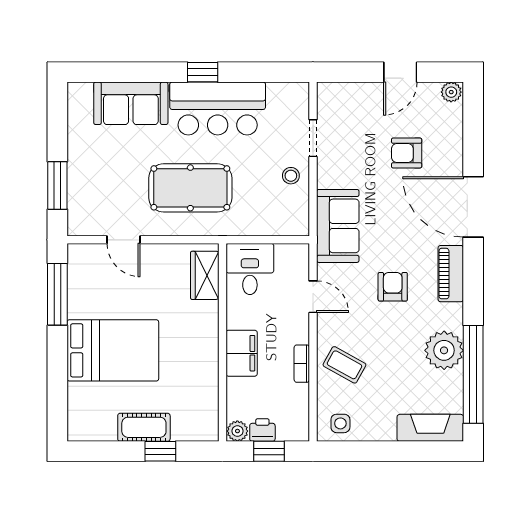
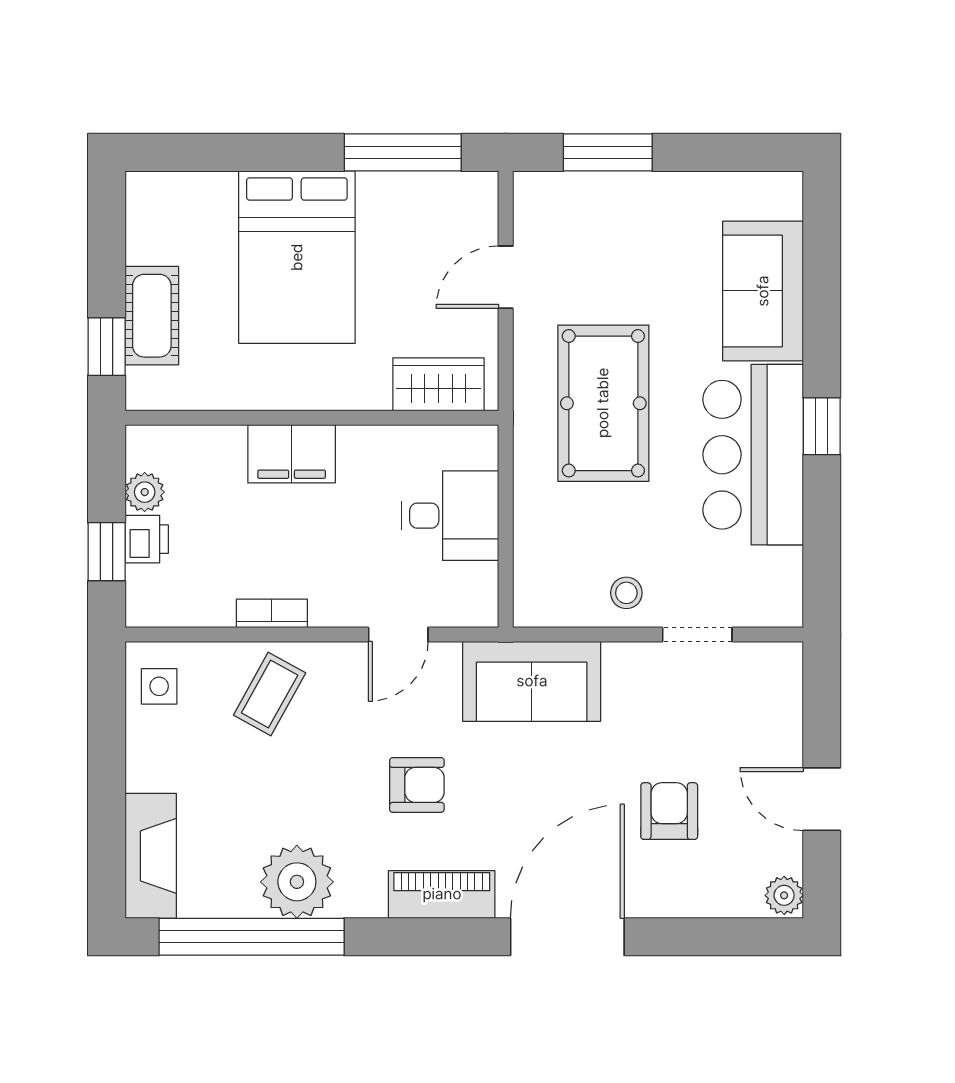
wardrobe: (205, 275) -> (438, 384), moved
wall: (222, 342) -> (312, 418), moved
filing cabinet: (242, 353) -> (292, 454), moved

